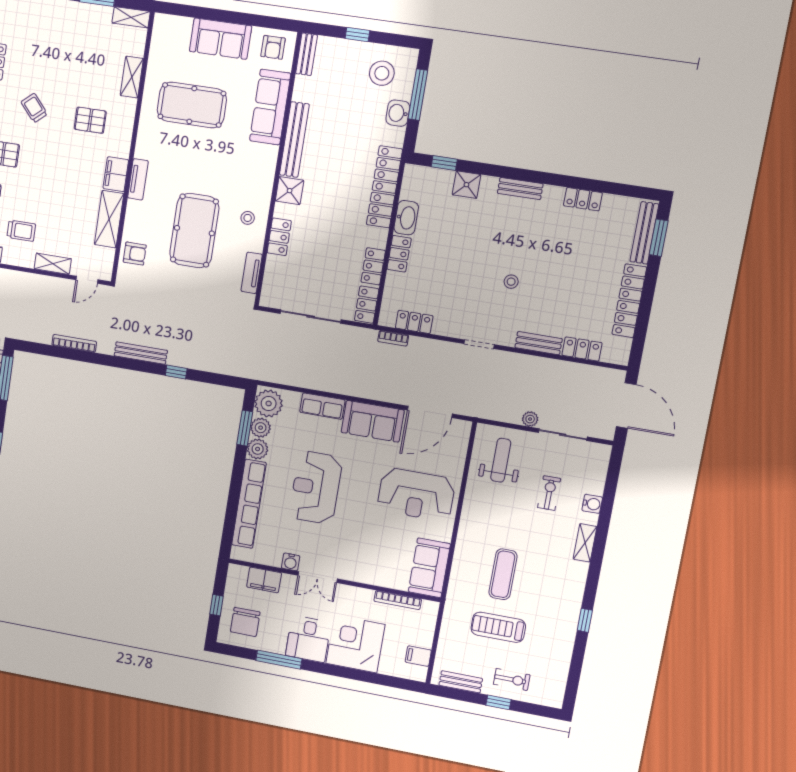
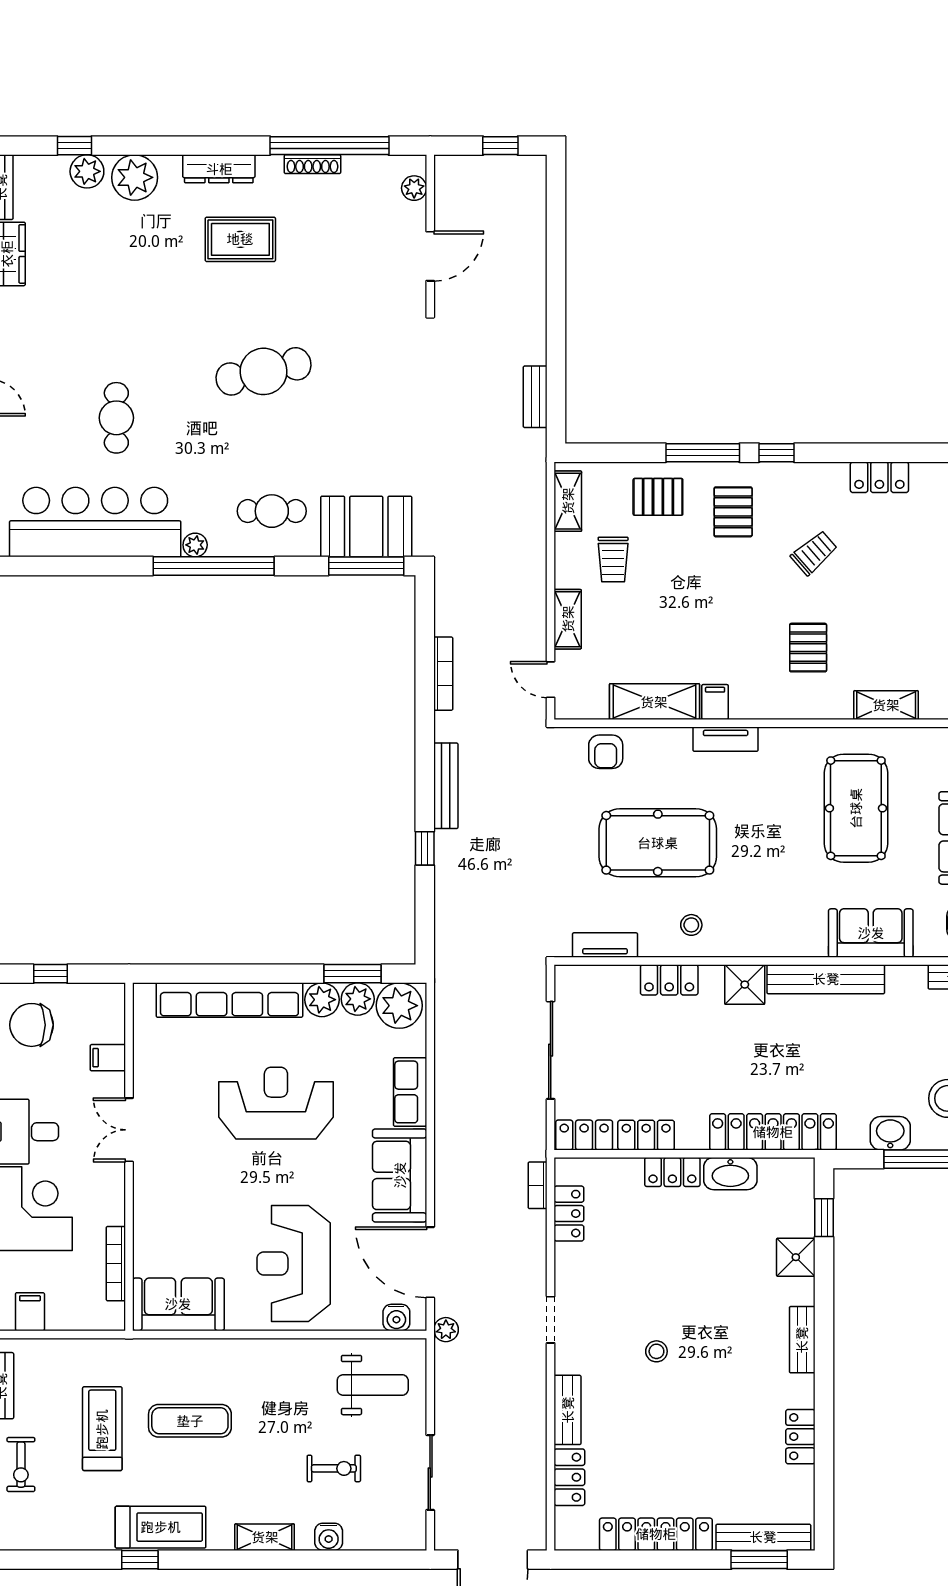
sofa: (270, 107) -> (871, 933), width x0.73
filing cabinet: (116, 174) -> (715, 702), width x0.50
plant: (530, 419) -> (446, 1330), moved
water cooler: (291, 562) -> (396, 1318), moved, turned -90
filing cabinet: (264, 580) -> (108, 1058), width x0.50
treadmill: (567, 604) -> (161, 1527), added

